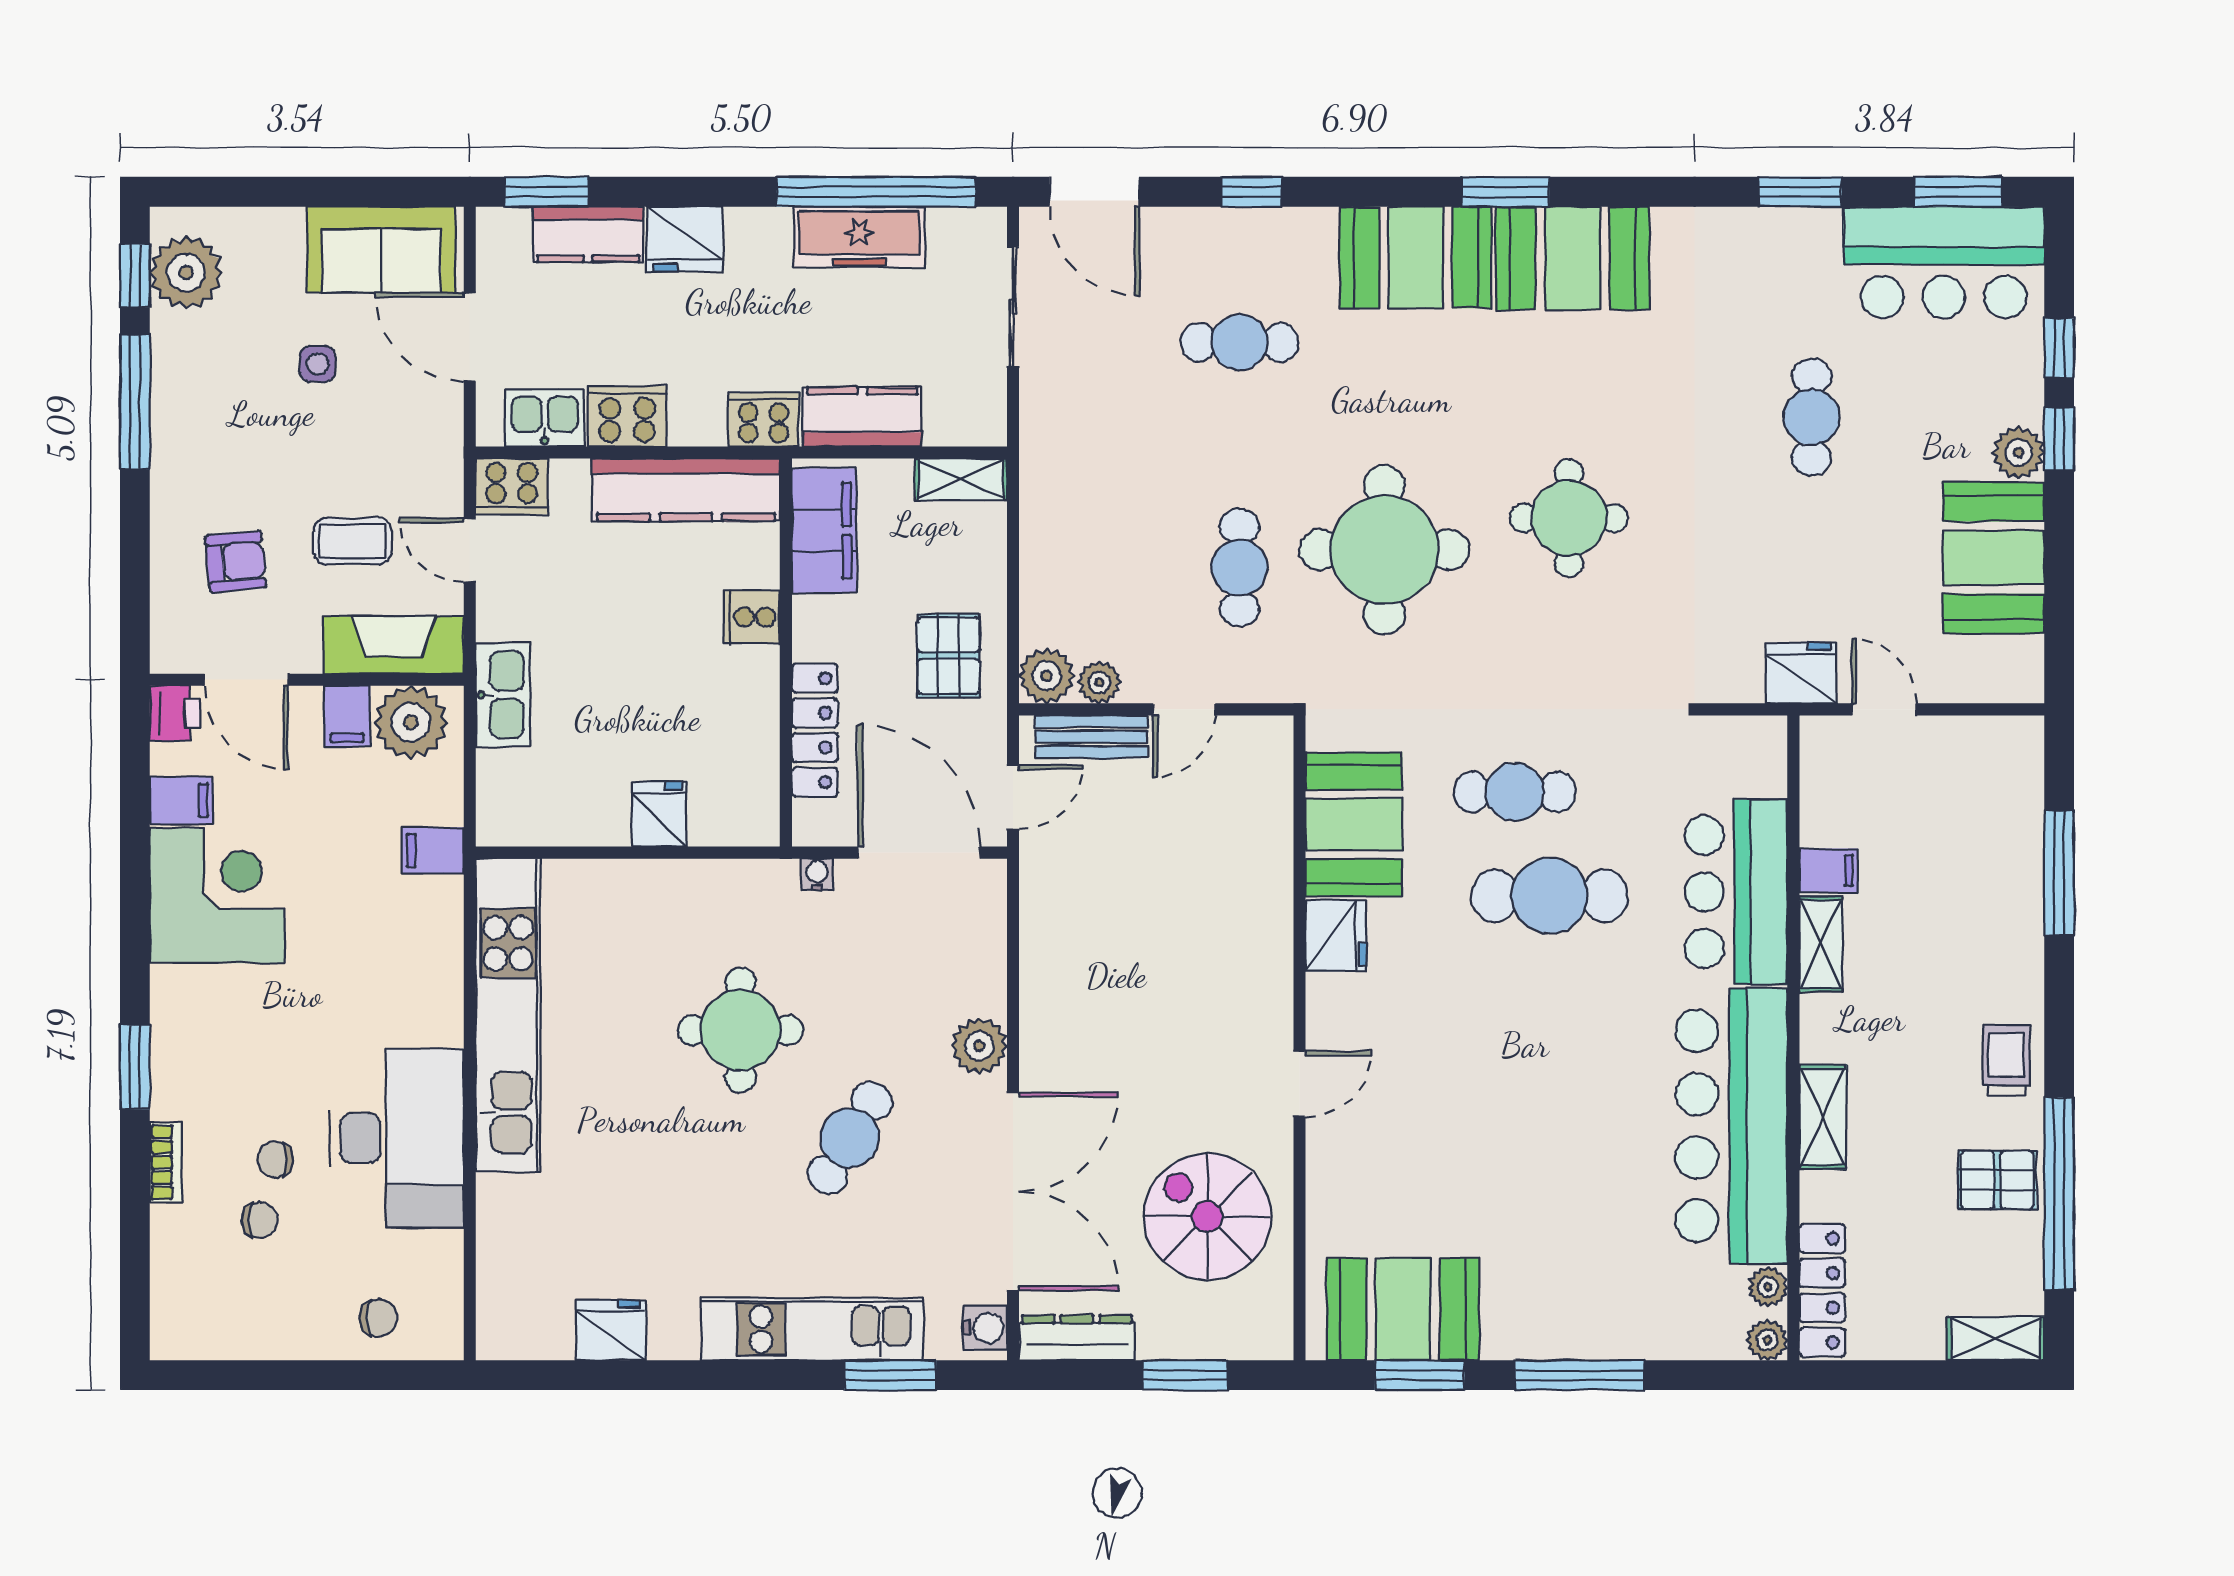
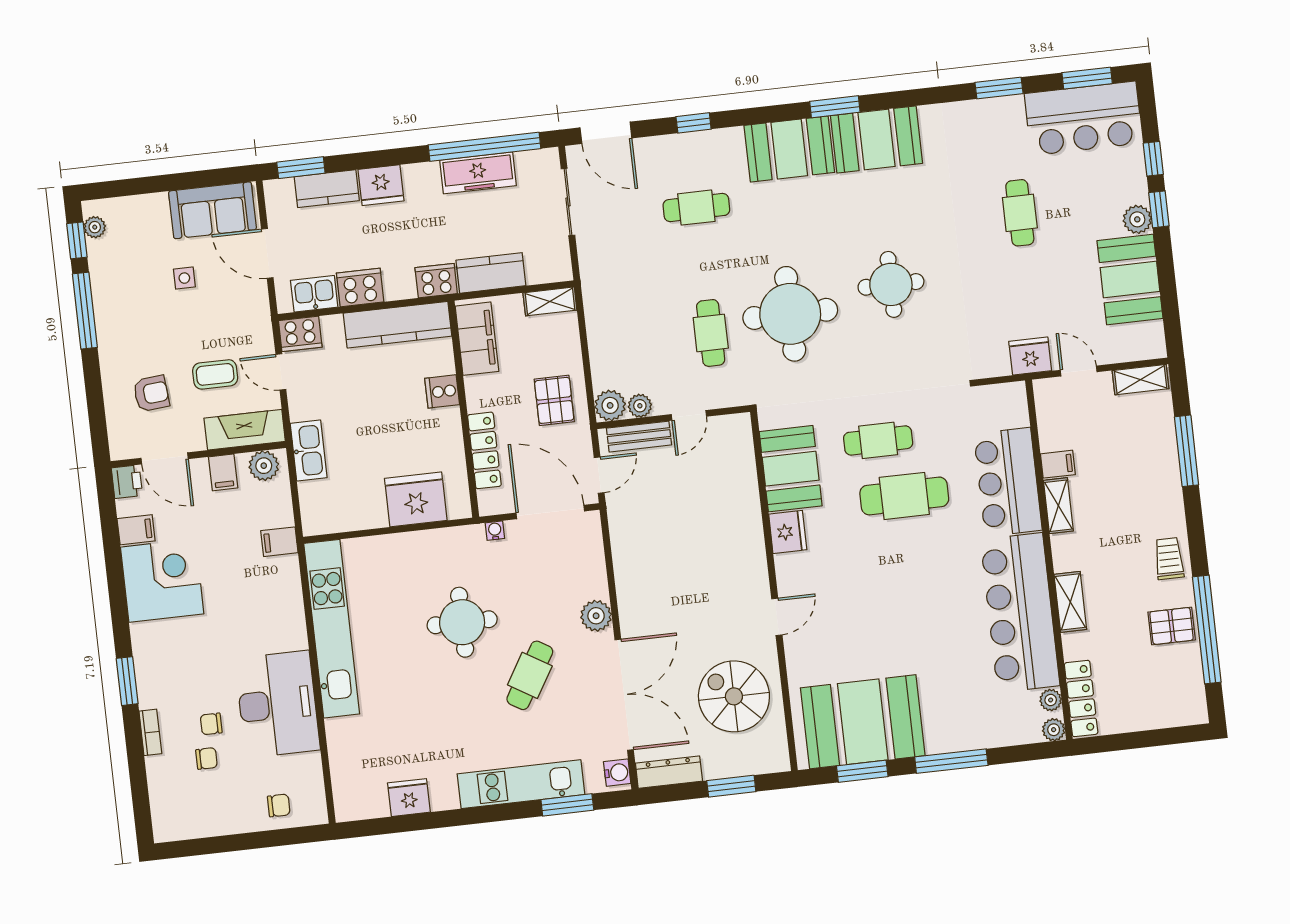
plant: (186, 273) -> (95, 227), width x0.53, depth x0.53
plant: (411, 722) -> (264, 466), width x0.73, depth x0.73
fridge: (659, 814) -> (416, 499), width x1.88, depth x1.34
booth: (1403, 1309) -> (863, 722), width x1.36, depth x1.42
shelving: (1996, 1339) -> (1141, 380), moved

